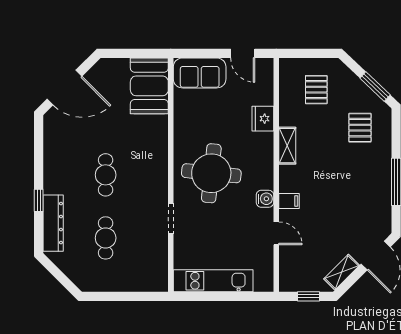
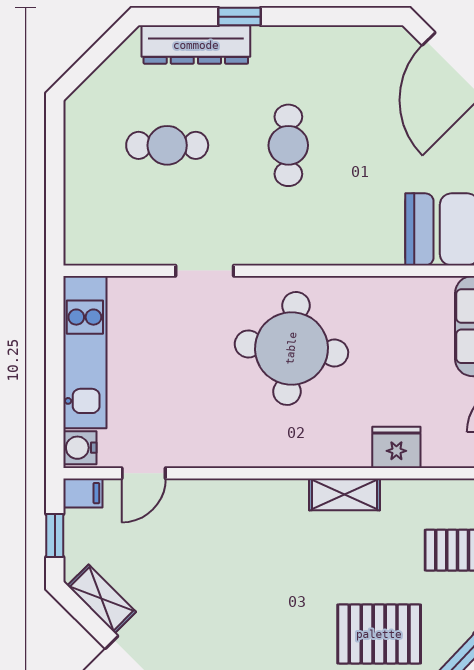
pallet: (360, 128) -> (379, 634), width x1.50, depth x1.42
cafe table: (106, 175) -> (288, 145), turned 90
water cooler: (265, 199) -> (80, 448), moved, turned 90
filing cabinet: (289, 201) -> (83, 493), moved, turned -90
door: (276, 233) -> (144, 473), moved

